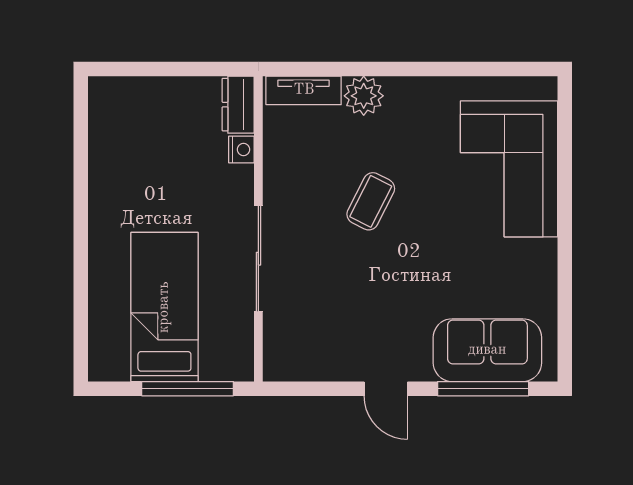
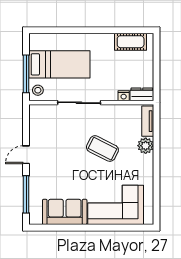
cot: (109, 132) -> (131, 42), added
coffee table: (371, 201) -> (102, 149), width x1.36, depth x1.30
sofa: (487, 350) -> (65, 212), moved, turned -90
stool: (228, 360) -> (38, 90), added

